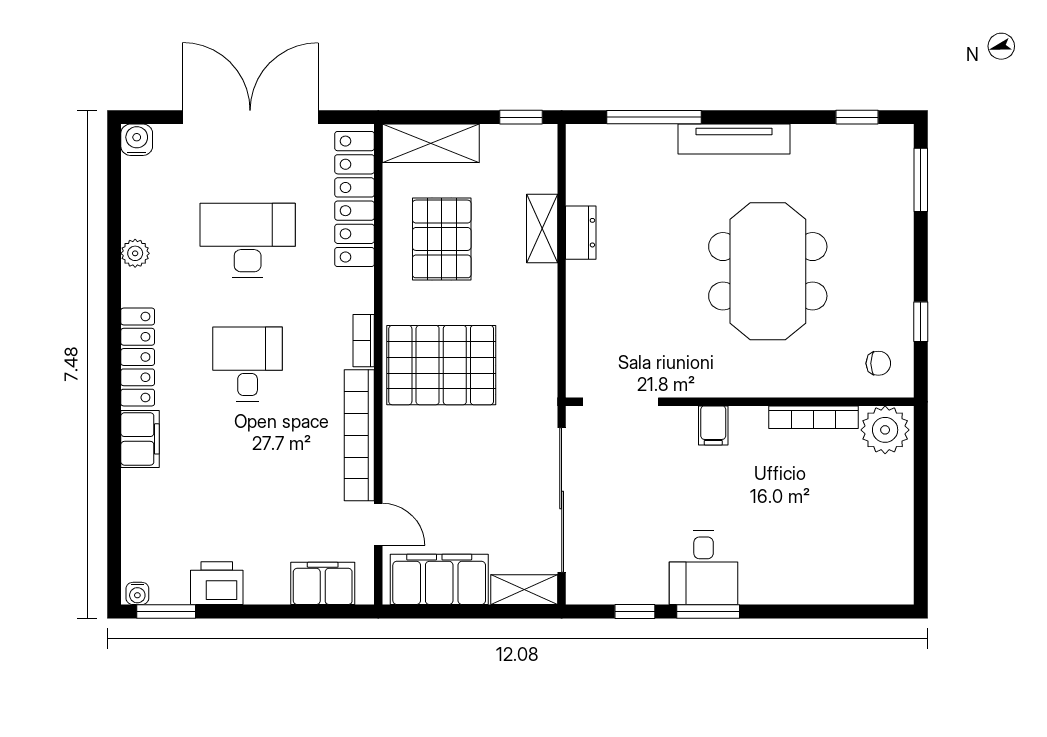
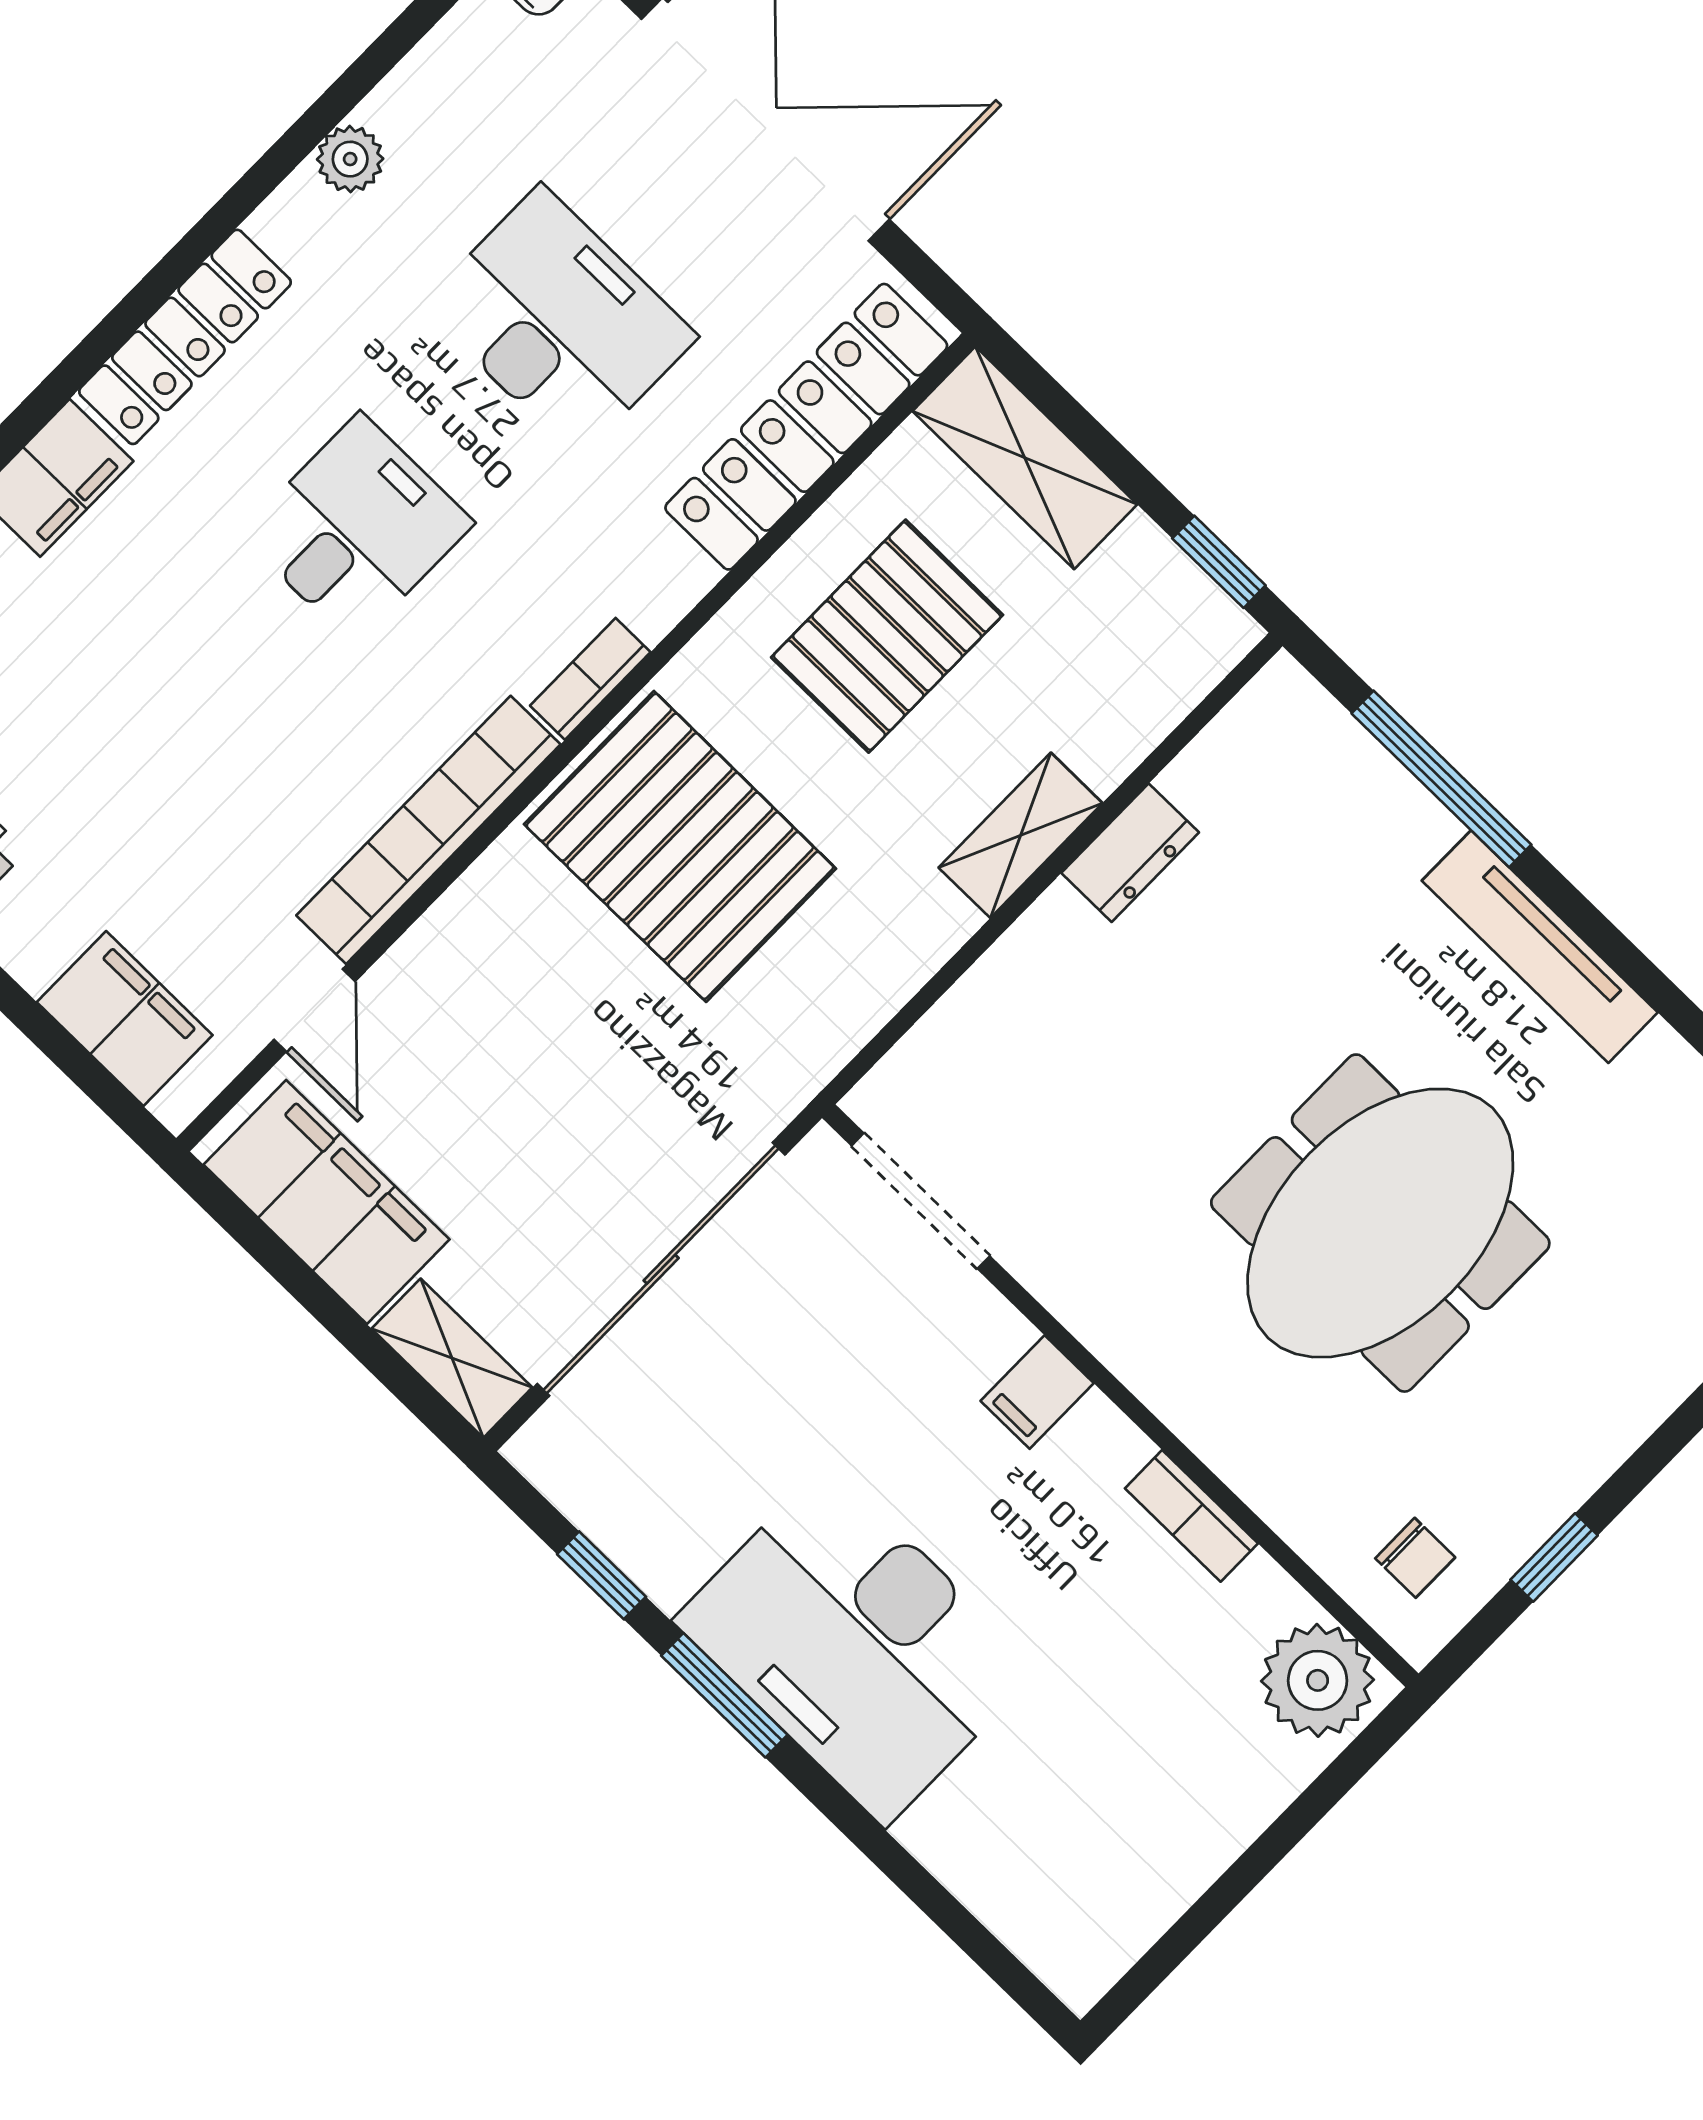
shelving: (542, 229) -> (1021, 835), moved
bookcase: (814, 417) -> (1191, 1516), width x0.64
desk: (704, 568) -> (856, 1645), width x1.87, depth x1.30

